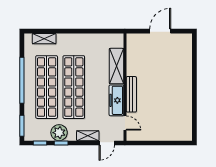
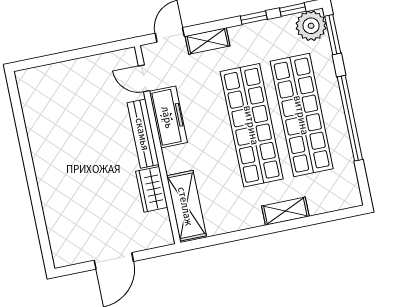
shelving: (44, 39) -> (285, 211), moved
wardrobe: (133, 64) -> (152, 189), added
shelving: (116, 66) -> (186, 206), moved
plant: (59, 133) -> (311, 26), moved

